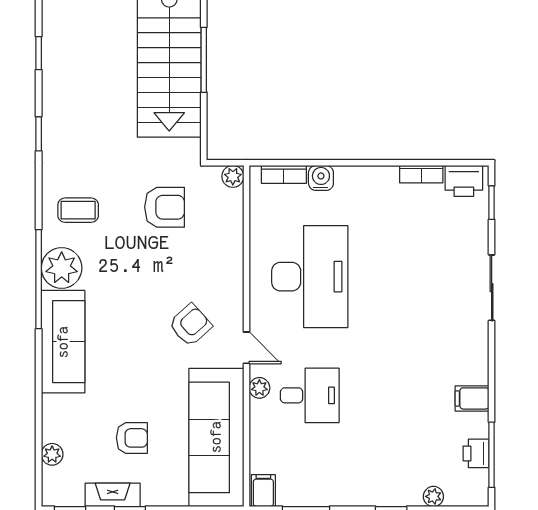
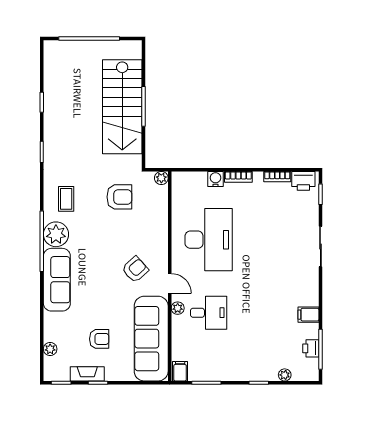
bookcase: (284, 174) -> (238, 177), moved
coffee table: (78, 210) -> (66, 199), turned 90

